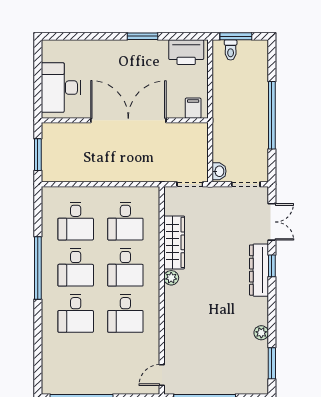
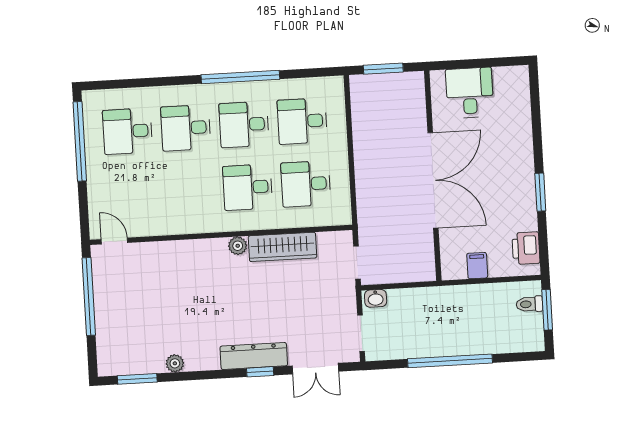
printer: (186, 52) -> (526, 248), width x0.73, depth x0.84
desk: (61, 88) -> (470, 93), width x0.73
filing cabinet: (193, 108) -> (477, 266), moved, turned -90
desk: (125, 313) -> (128, 131), moved

